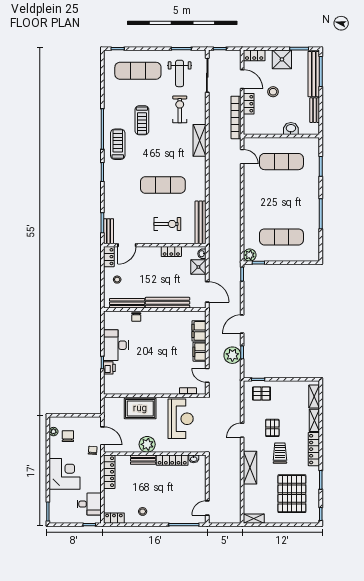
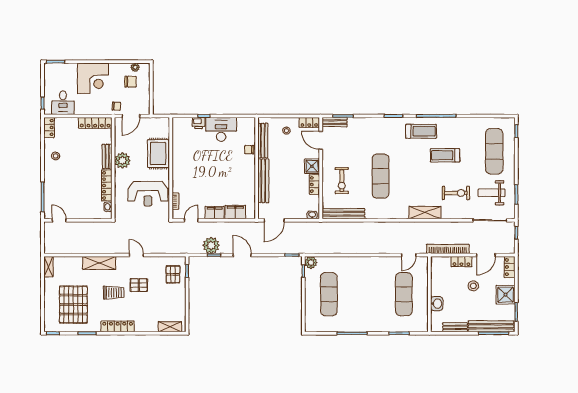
shower: (198, 267) -> (312, 166), moved
shelving: (314, 420) -> (146, 327), removed
pallet: (292, 494) -> (73, 305), turned 90

